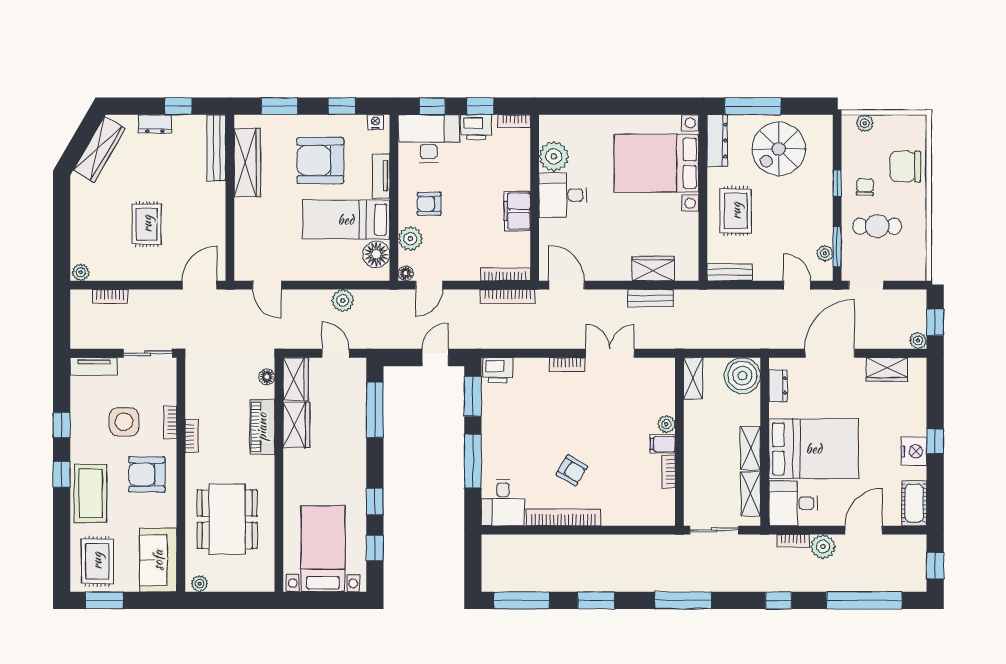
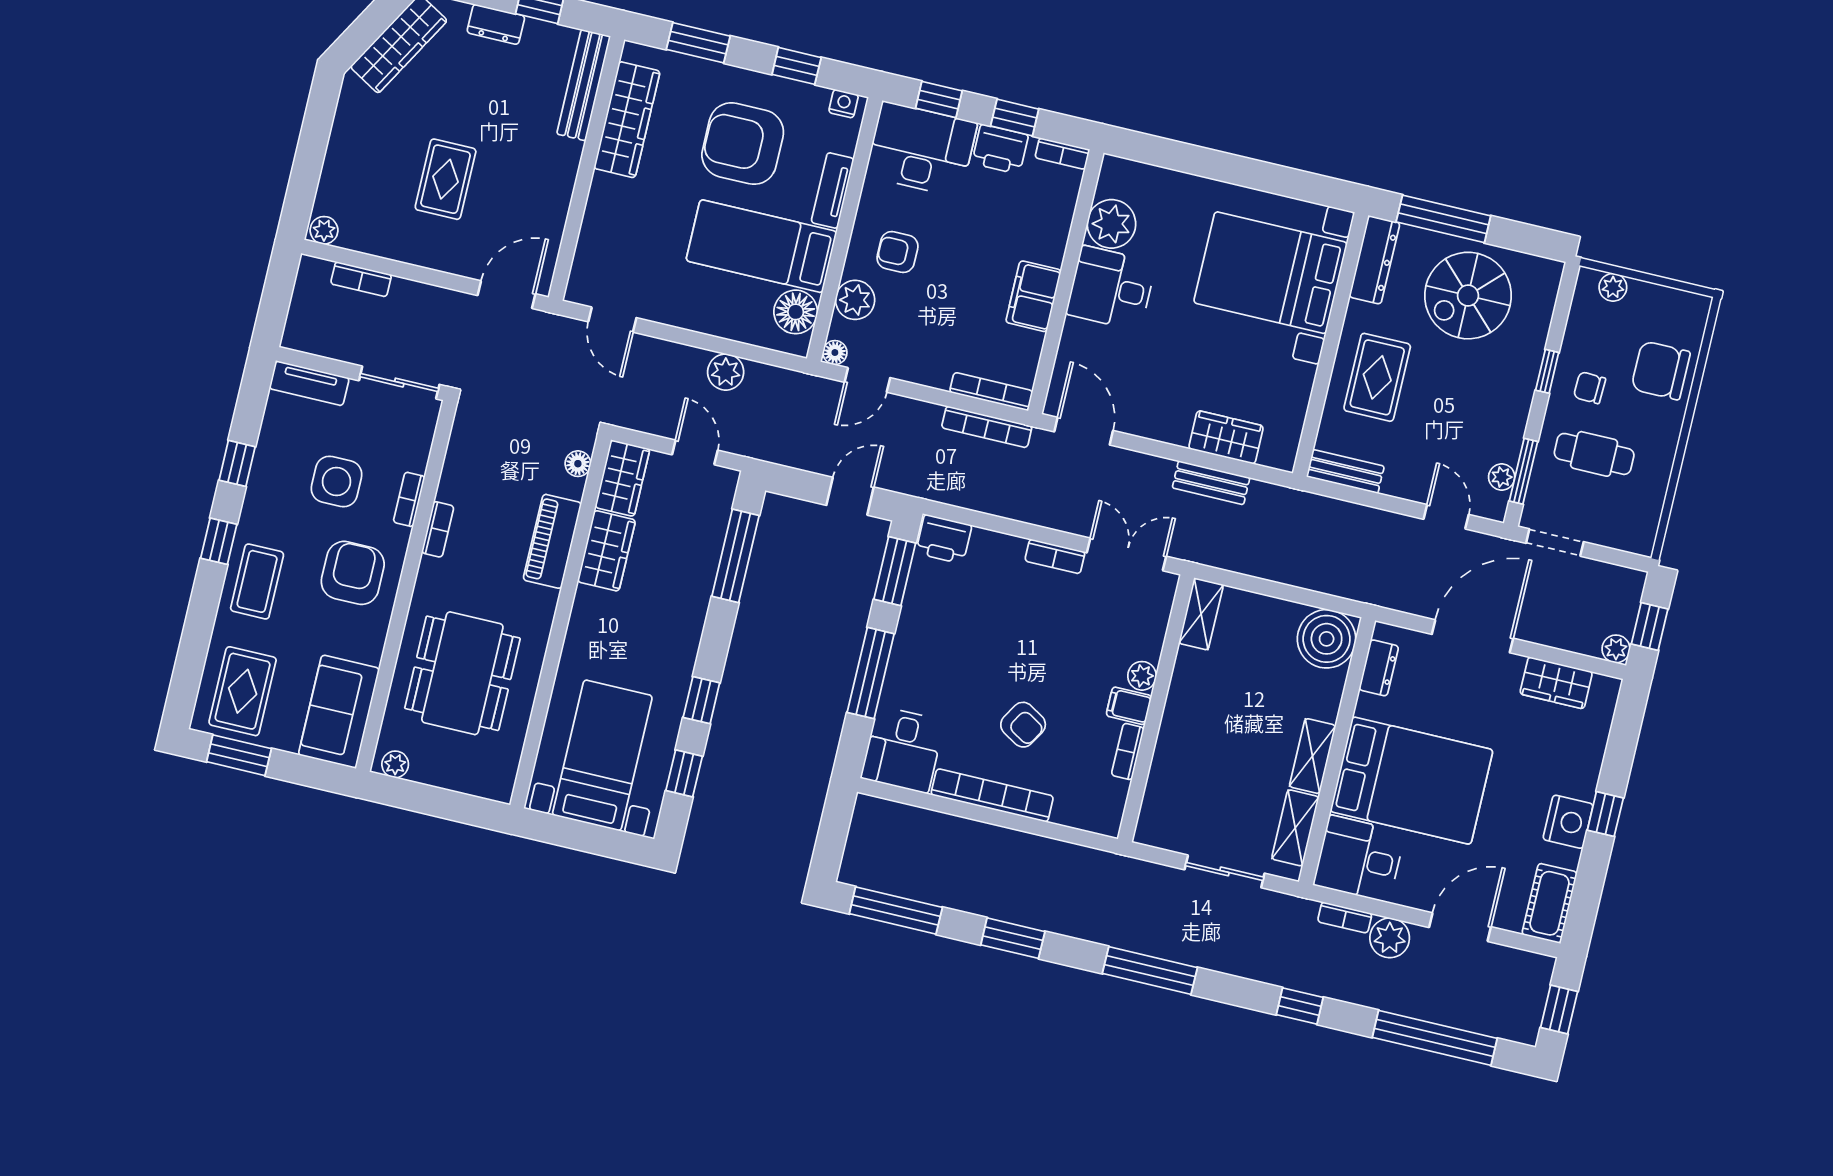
chair: (865, 187) -> (1590, 388), turned -90
shelving: (693, 378) -> (1201, 614), moved
plant: (666, 424) -> (1142, 676), moved
wall: (679, 442) -> (1156, 708), moved
filing cabinet: (663, 444) -> (1129, 706), moved
bookcase: (669, 472) -> (1128, 751), moved
armchair: (147, 474) -> (353, 573), turned 90
coffee table: (90, 493) -> (257, 581), width x0.73, depth x0.76

